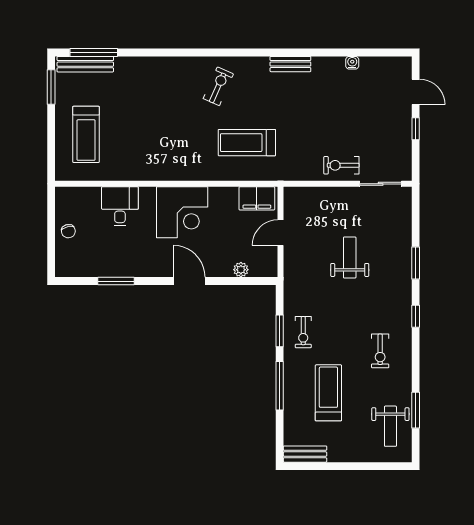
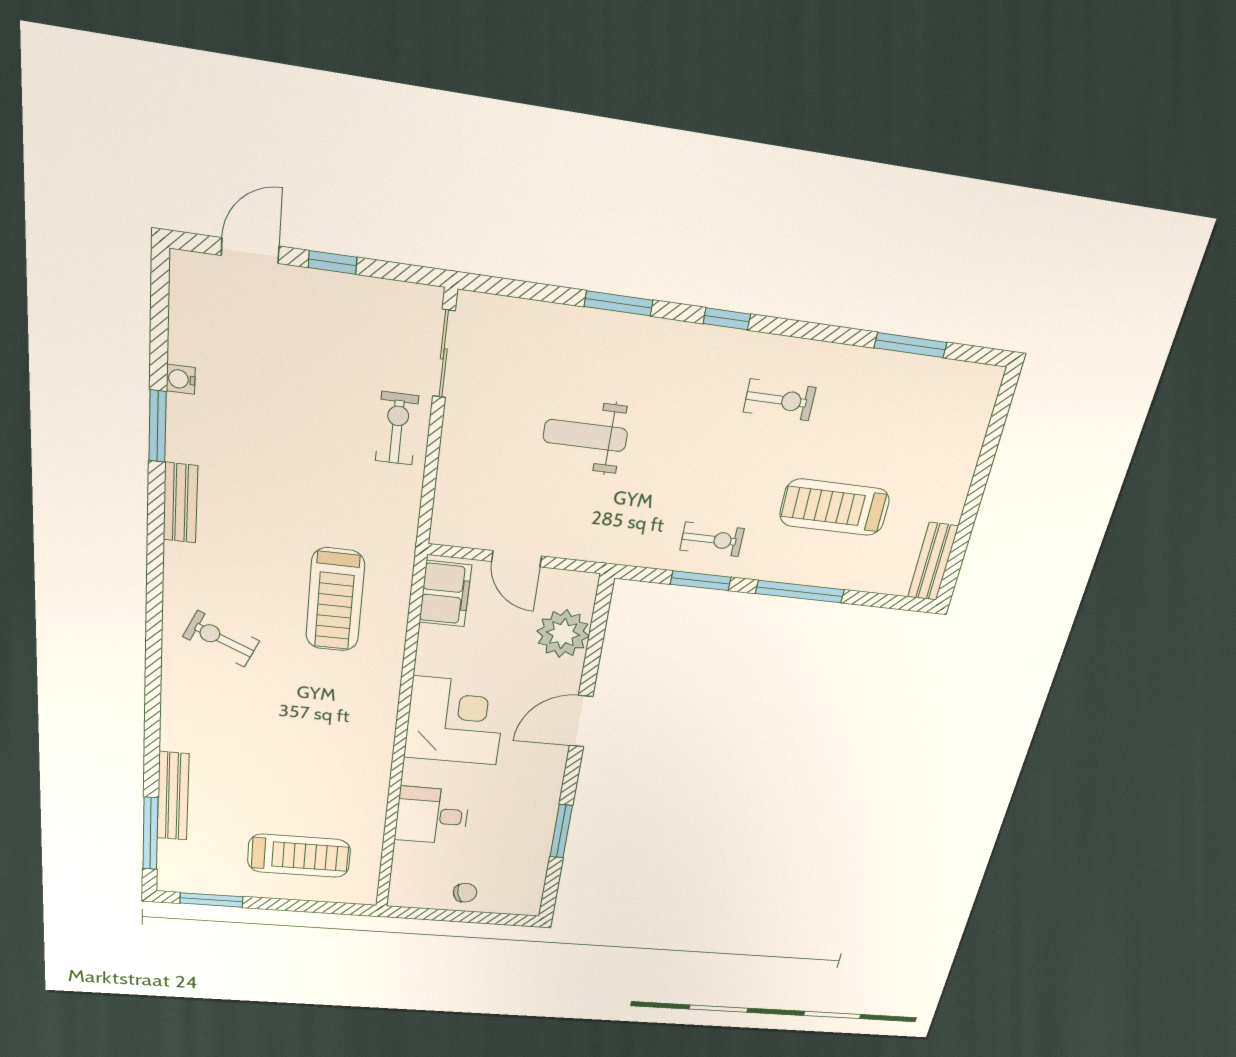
window: (328, 53) -> (157, 426), added
bench: (85, 64) -> (173, 796), moved
exercise bike: (341, 165) -> (397, 428), turned 180
plant: (241, 270) -> (563, 634), width x1.88, depth x1.88
weight bench: (390, 426) -> (928, 399), removed

